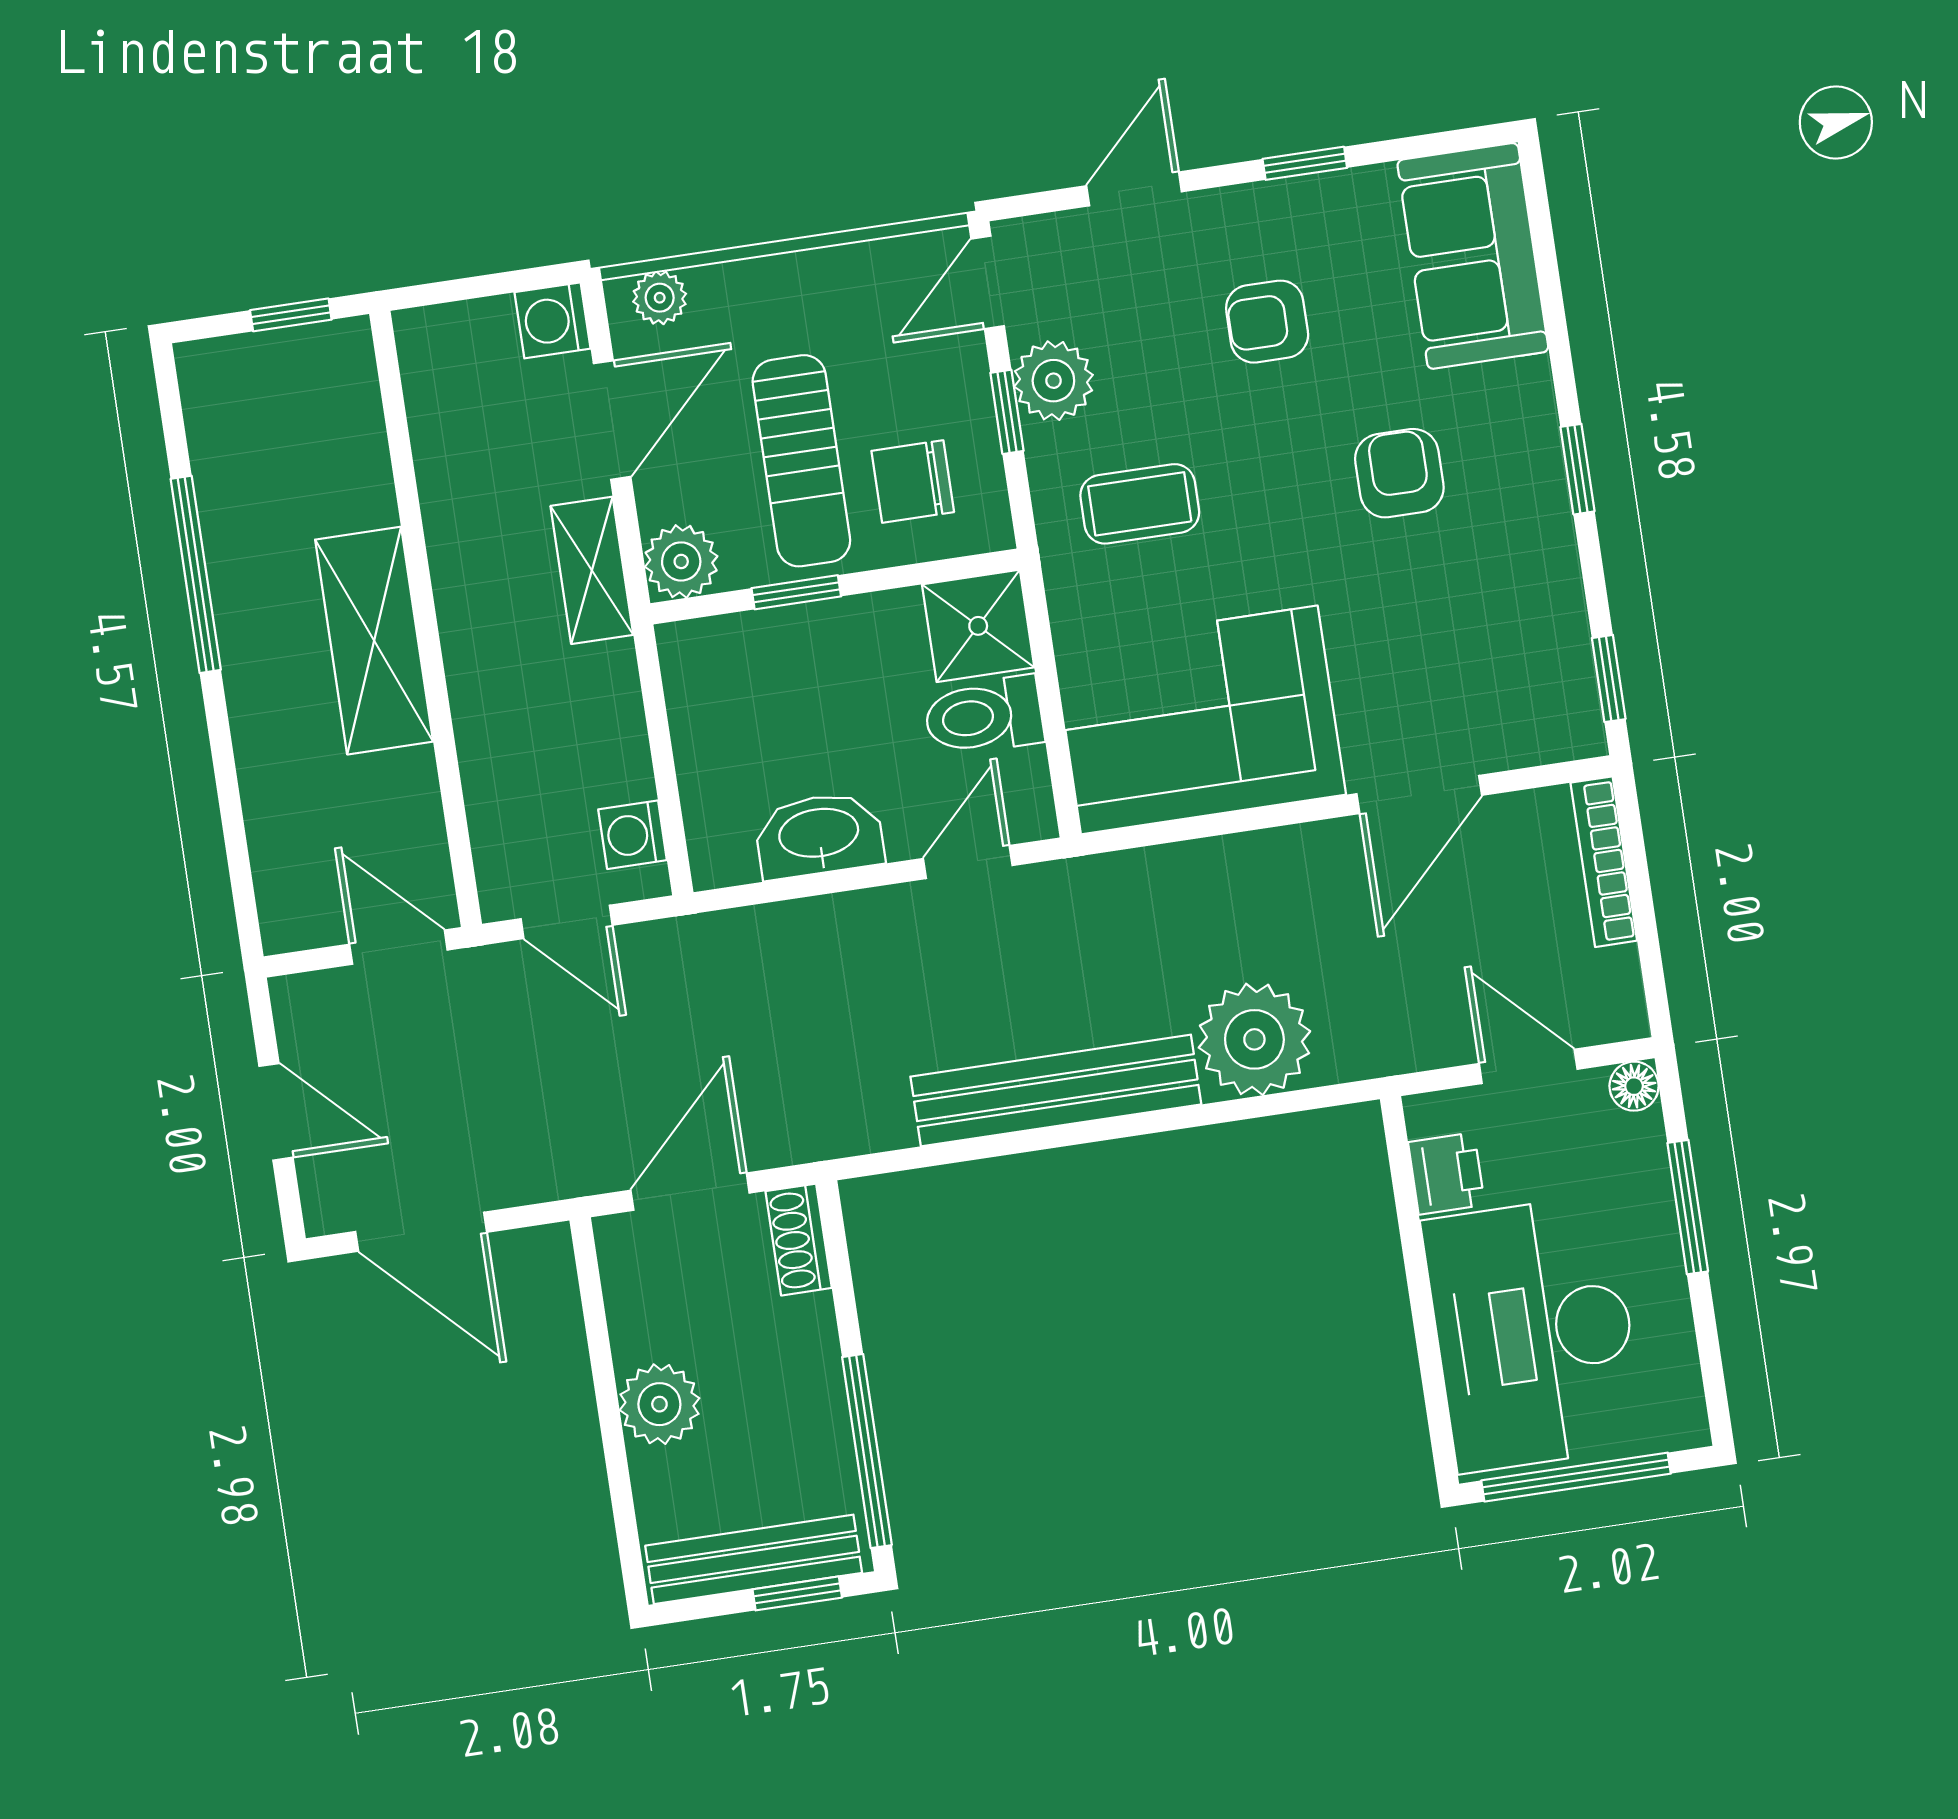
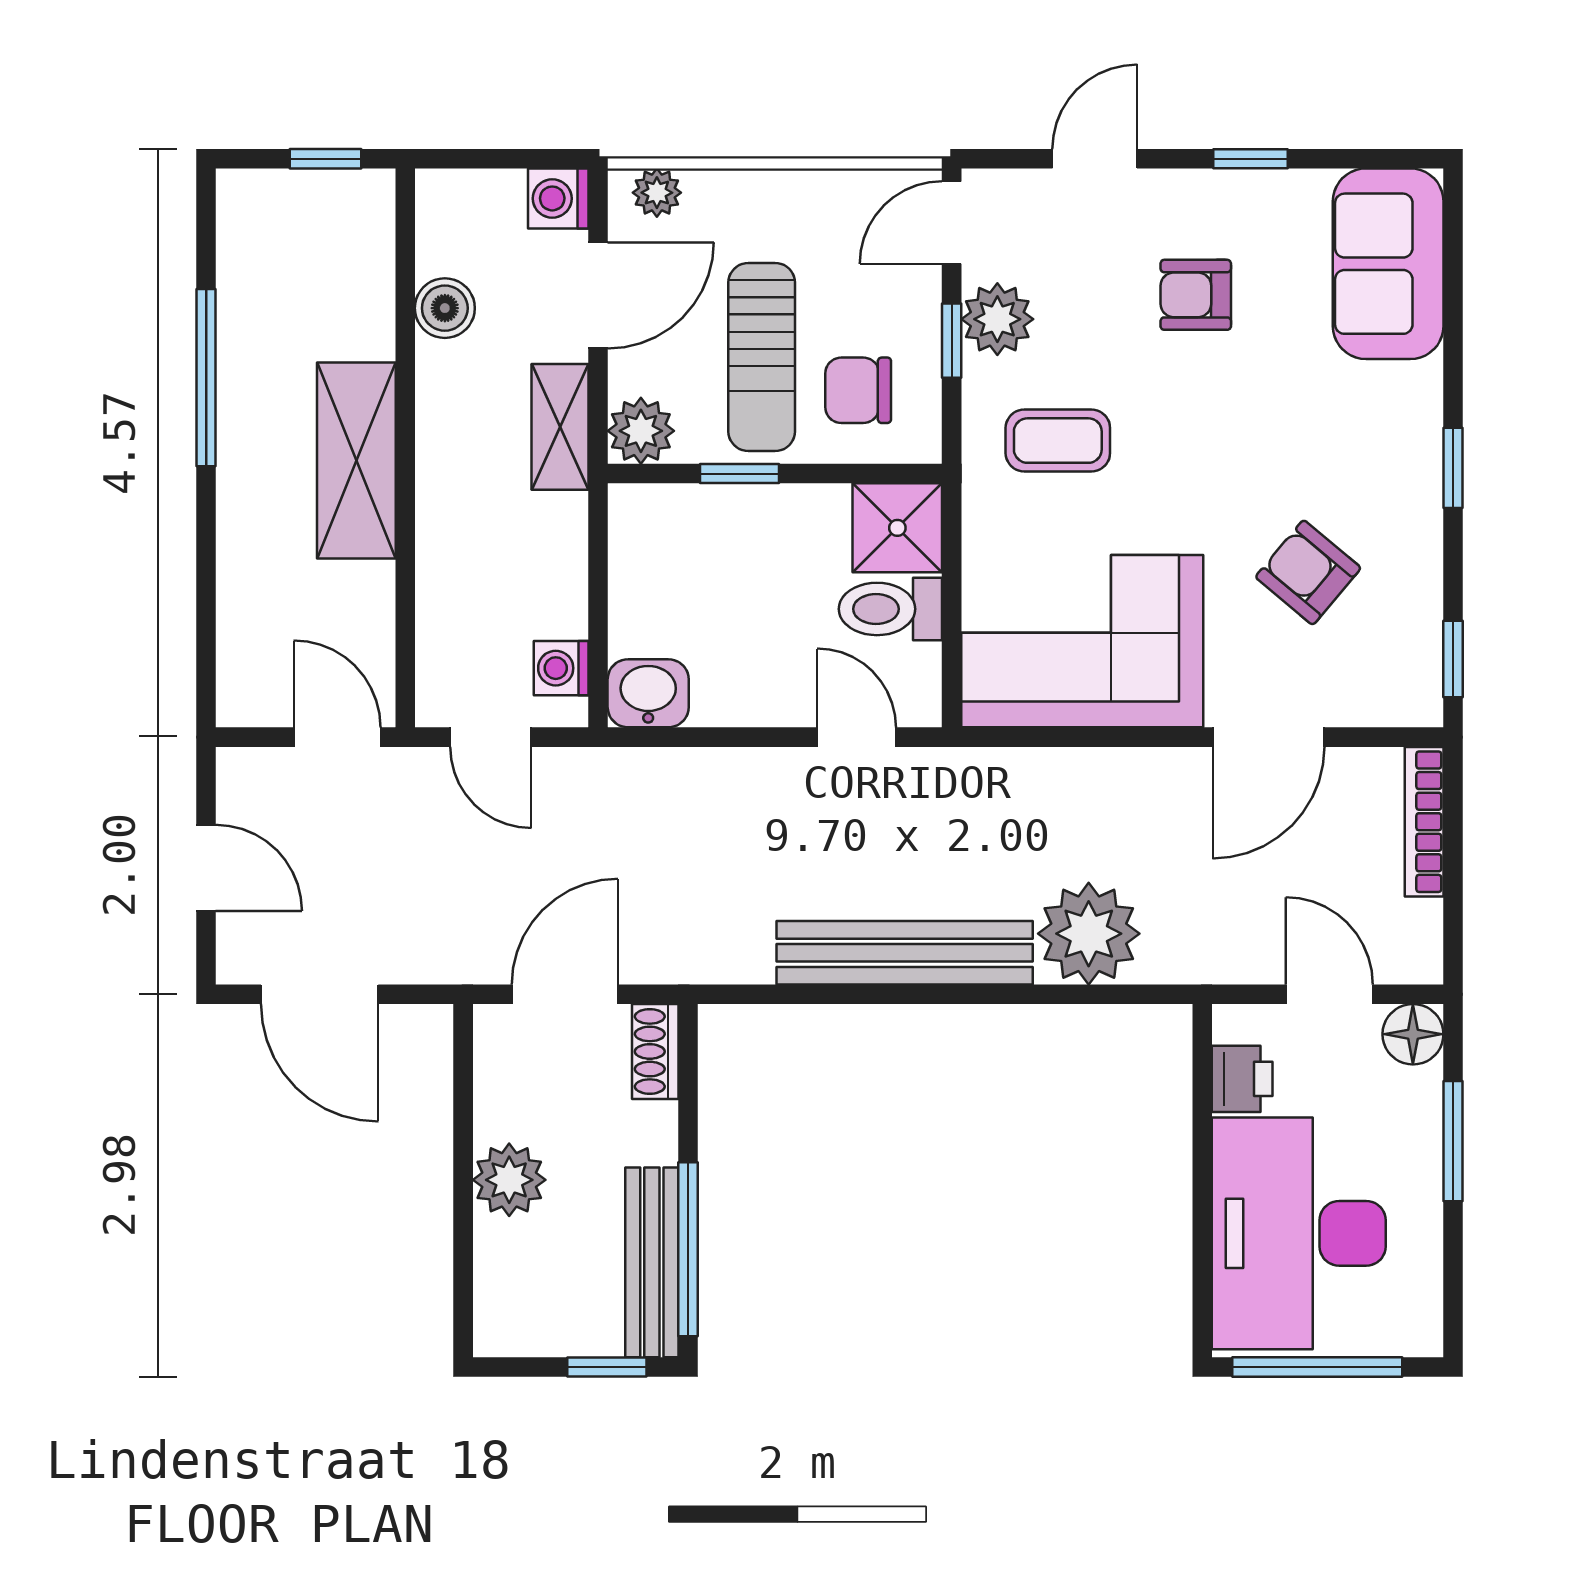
boiler: (446, 459) -> (445, 308), added
armchair: (1399, 473) -> (1308, 572), moved, turned -50
washbasin: (819, 835) -> (648, 693), moved, width x0.72
door: (968, 862) -> (857, 737), hinge flipped
floor lamp: (1634, 1086) -> (1413, 1034), width x1.37, depth x1.37
bench: (754, 1559) -> (652, 1262), moved, turned 90

